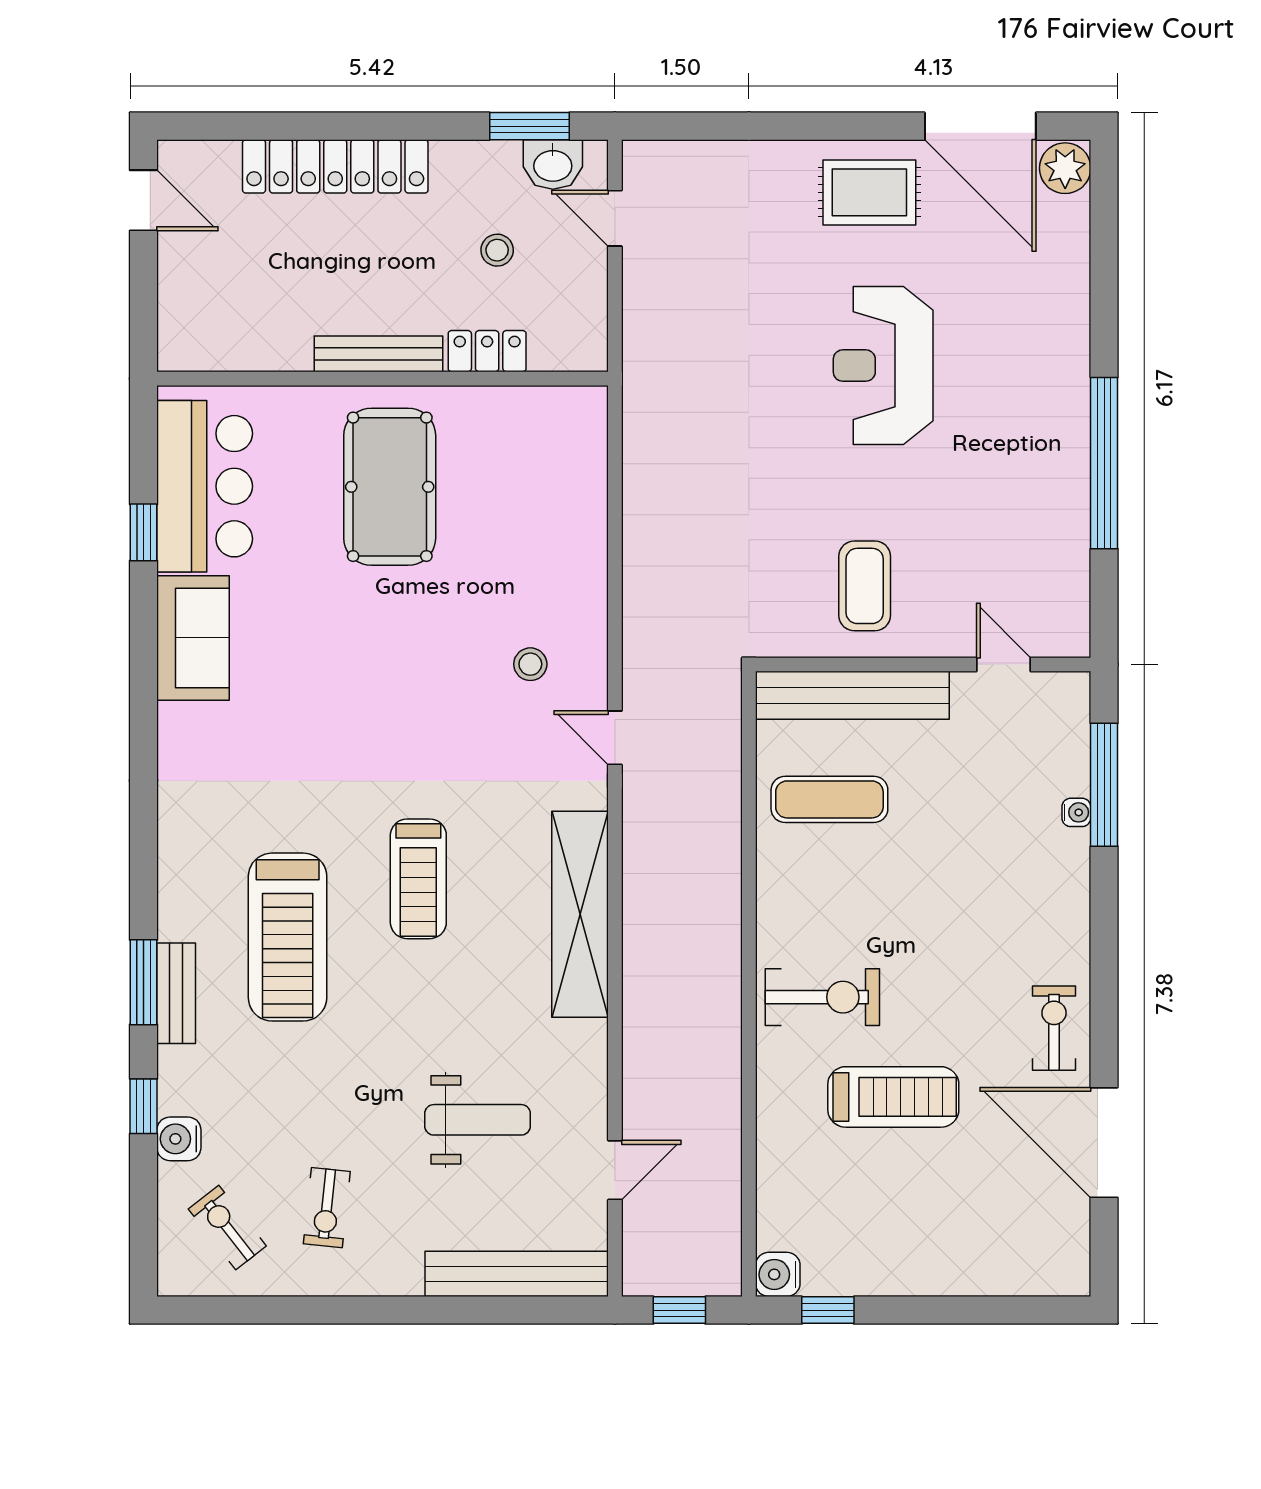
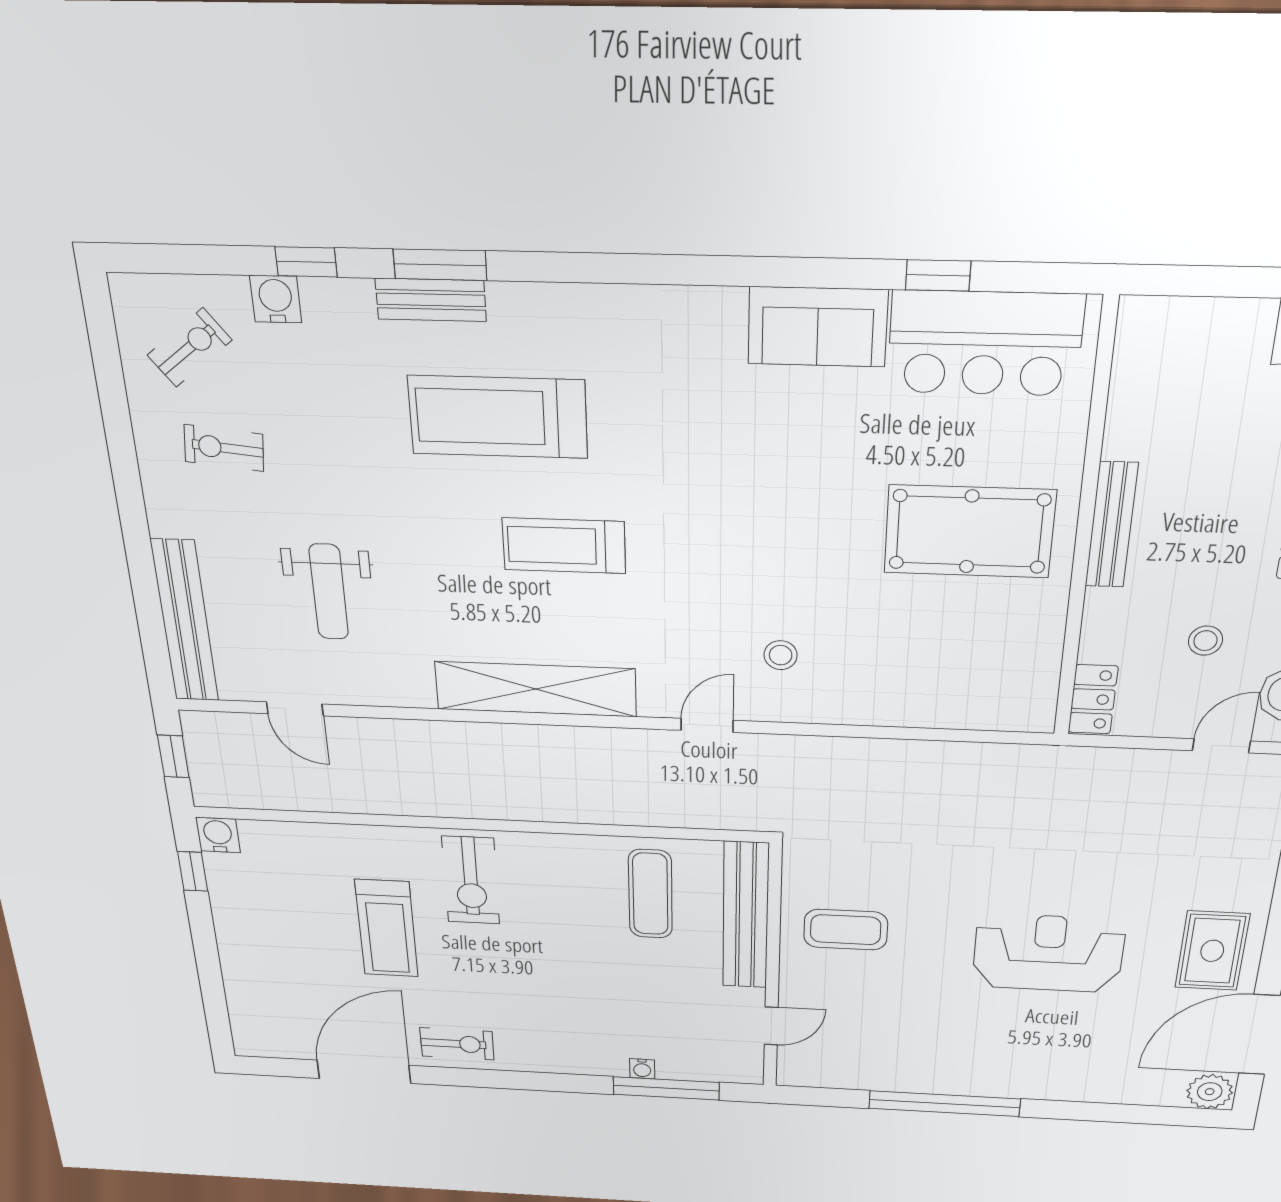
locker: (487, 351) -> (1093, 699), moved

